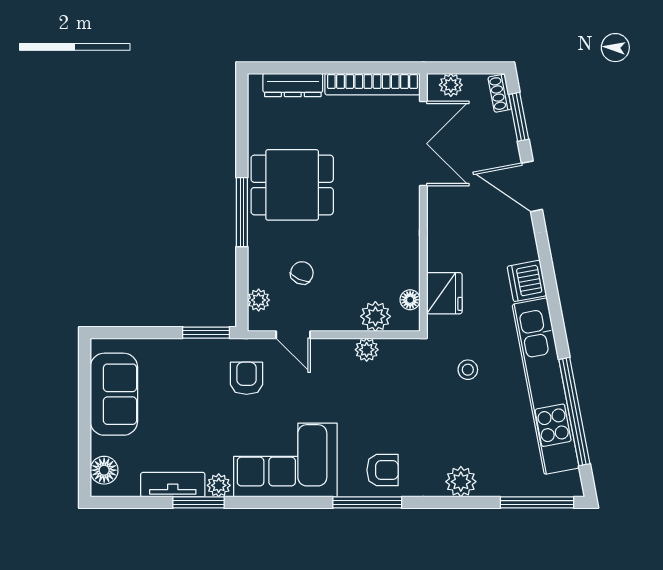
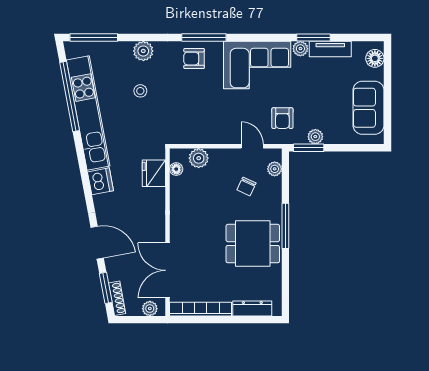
shoe rack: (500, 93) -> (117, 298), width x1.43
plant: (367, 350) -> (315, 137), moved
stool: (468, 370) -> (140, 91), moved

